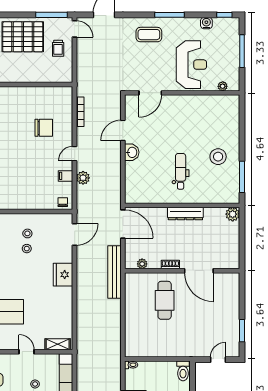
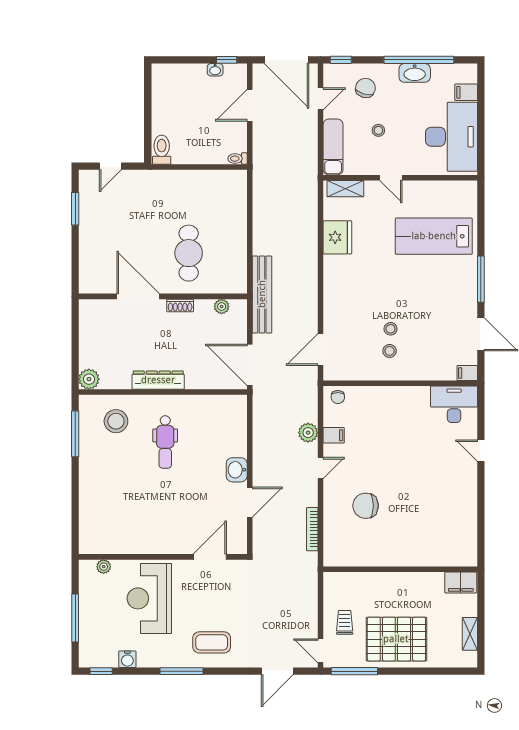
stool: (218, 157) -> (116, 421), moved
fridge: (63, 275) -> (337, 237), moved

